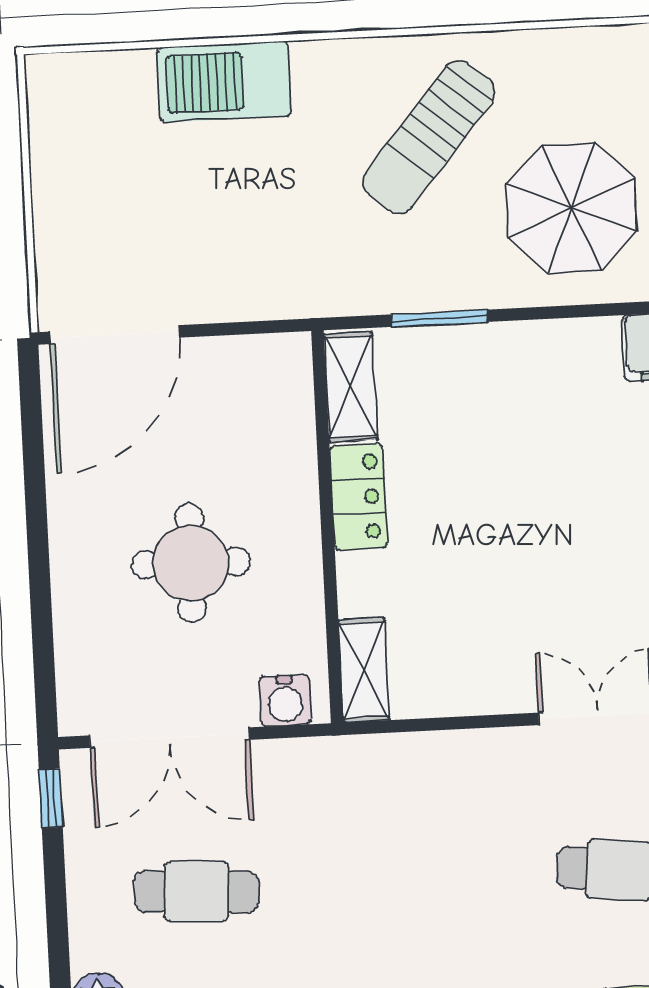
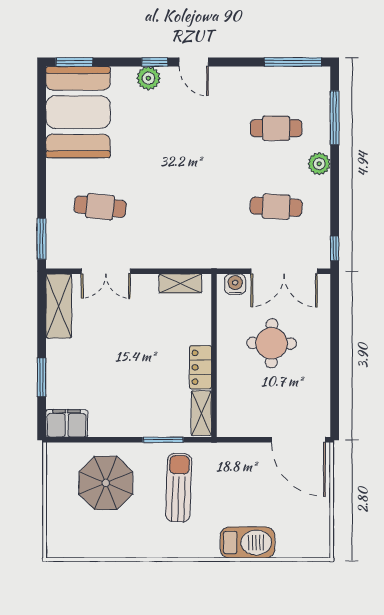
sun lounger: (429, 137) -> (179, 488), moved, turned -38
door: (115, 335) -> (298, 440), swing flipped
shelving: (364, 670) -> (180, 283), moved, turned 90
double door: (169, 738) -> (284, 271), swing flipped

